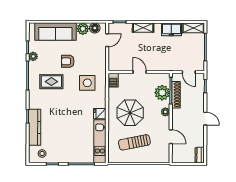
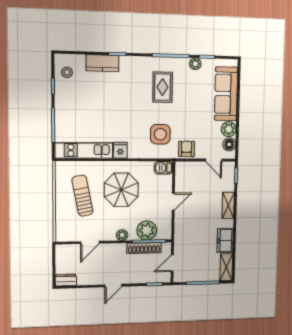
armchair: (68, 61) -> (187, 149), moved
kitchen counter: (35, 127) -> (102, 63), width x0.67

